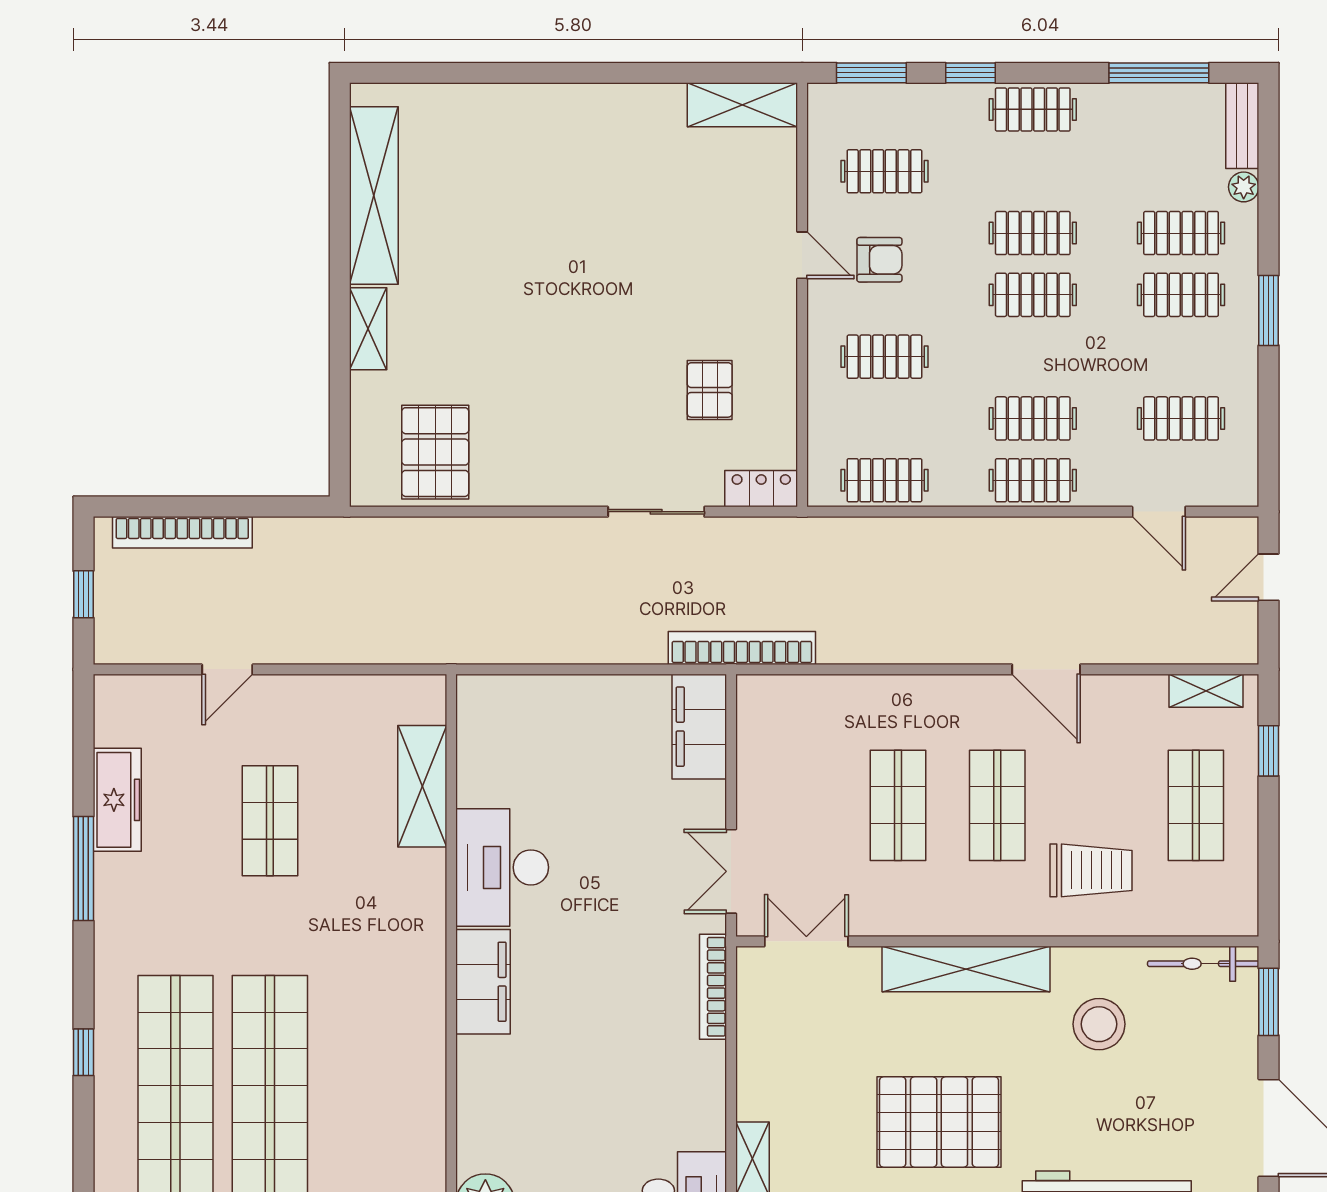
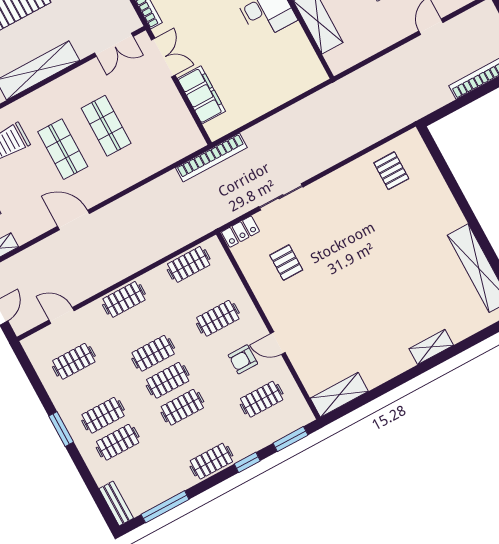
plant: (1244, 187) -> (101, 477), removed
shelving: (368, 329) -> (431, 347), moved, turned 90
clothes rail: (1033, 418) -> (153, 353), moved
pallet: (435, 452) -> (391, 171), width x0.67, depth x0.71
filing cabinet: (699, 727) -> (201, 95), moved

